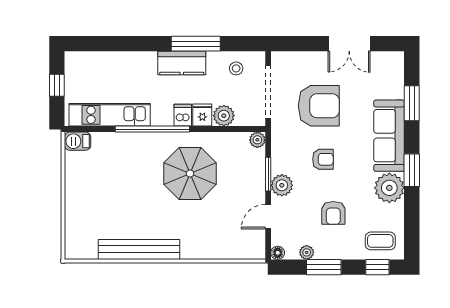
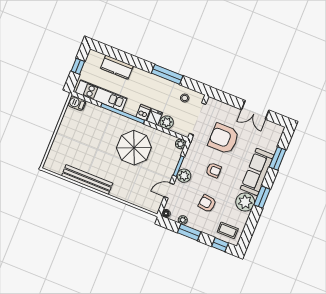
kitchen counter: (182, 63) -> (117, 67), moved
armchair: (319, 106) -> (224, 139), turned 180
armchair: (333, 213) -> (207, 203), turned 97

